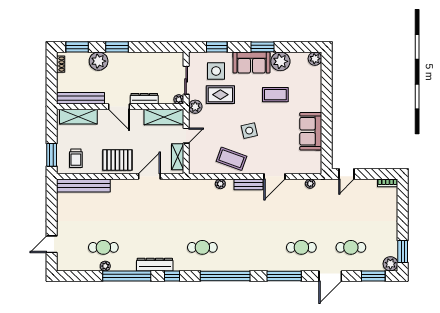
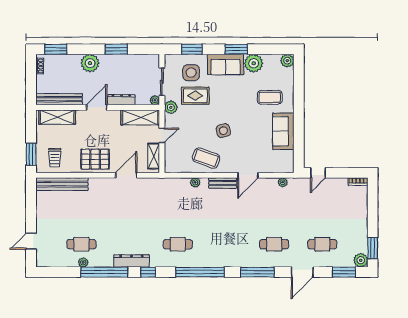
window: (117, 47) -> (116, 49), moved
plant: (99, 61) -> (90, 63), moved
coffee table: (275, 95) -> (270, 97), moved
door: (119, 107) -> (97, 107), swing flipped

